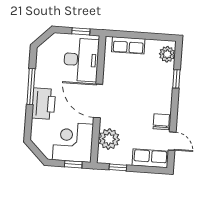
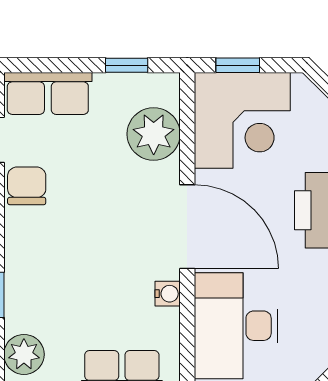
water cooler: (108, 75) -> (168, 294), added
chair: (161, 122) -> (27, 186), turned 180

